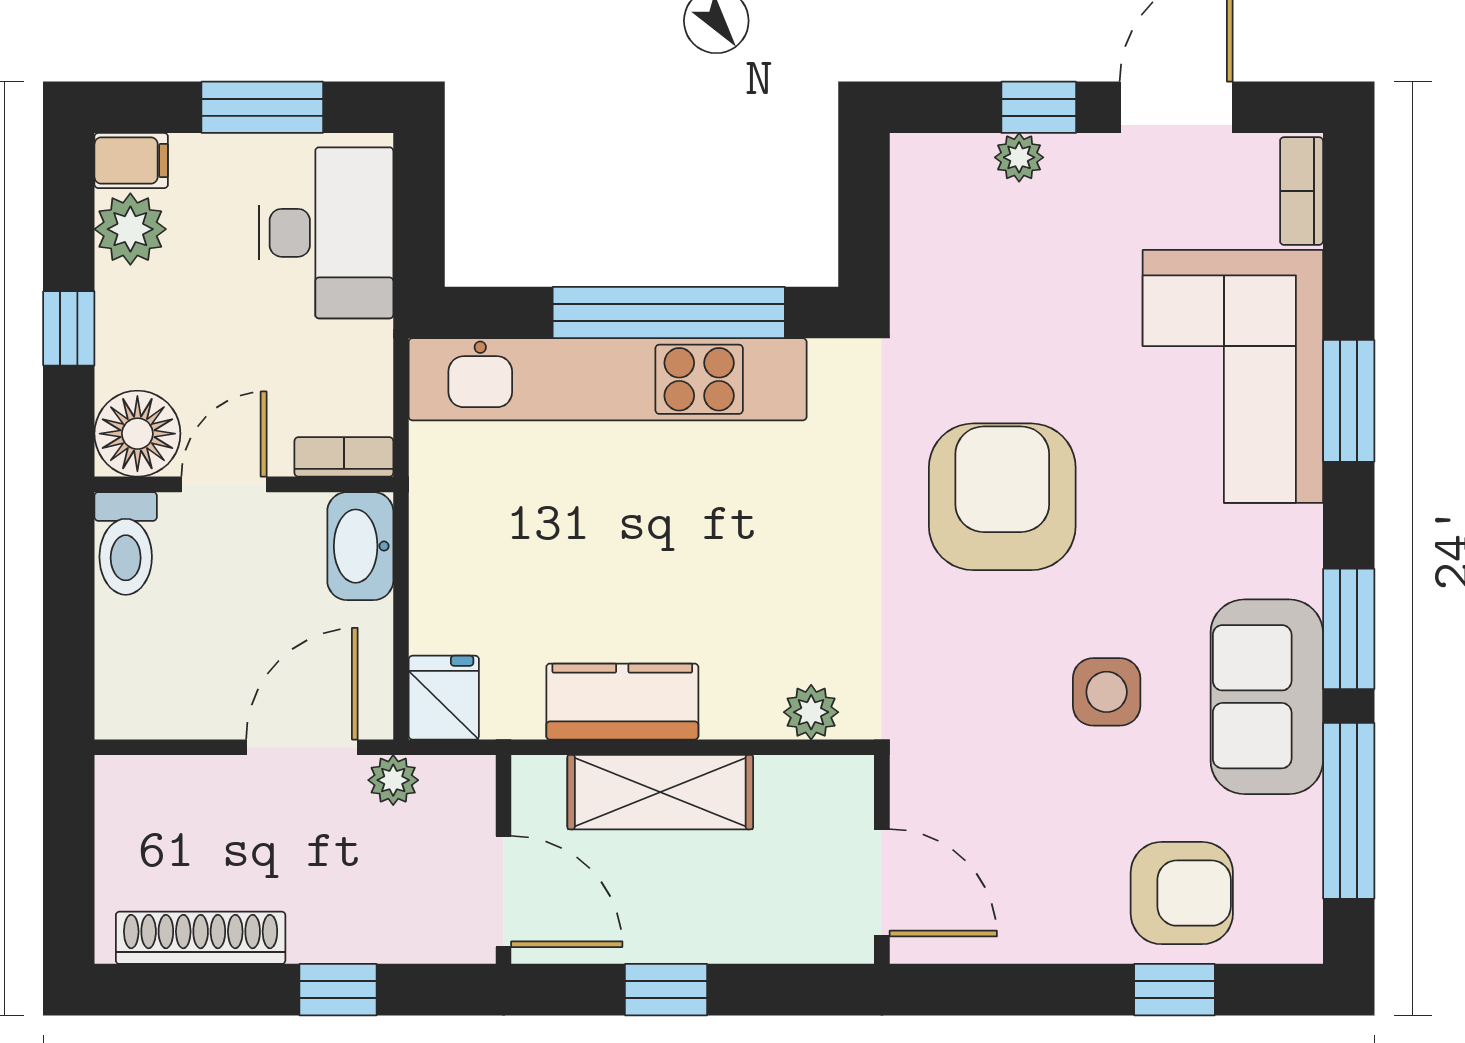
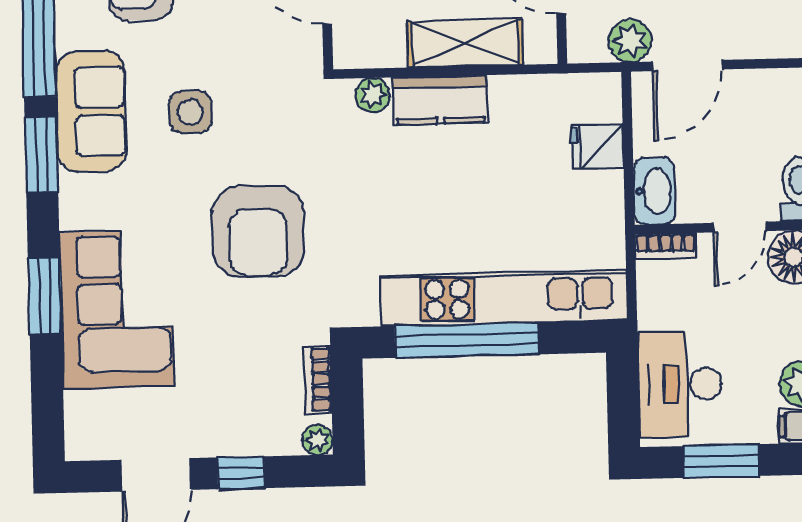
plant: (1019, 157) -> (317, 440), moved
bookcase: (1302, 191) -> (318, 380), moved, turned 180
fridge: (444, 698) -> (597, 146), moved, turned 90
kitchen counter: (622, 702) -> (440, 100), moved
plant: (393, 780) -> (630, 41), width x1.38, depth x1.38

